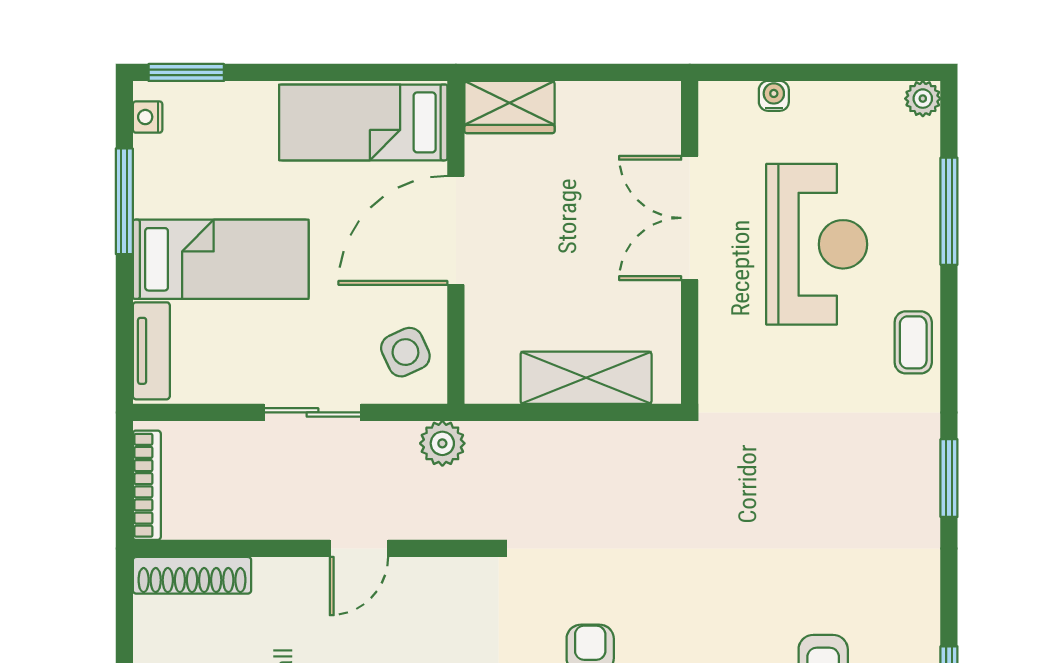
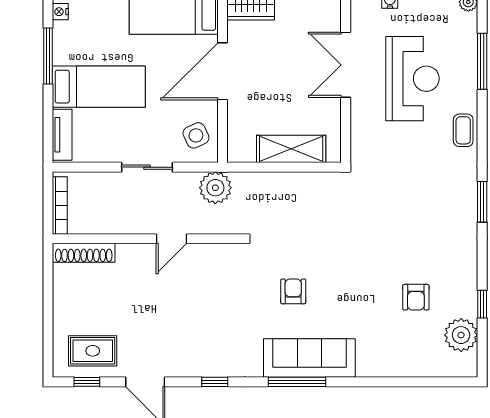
plant: (442, 443) -> (215, 188), width x1.36, depth x1.36

